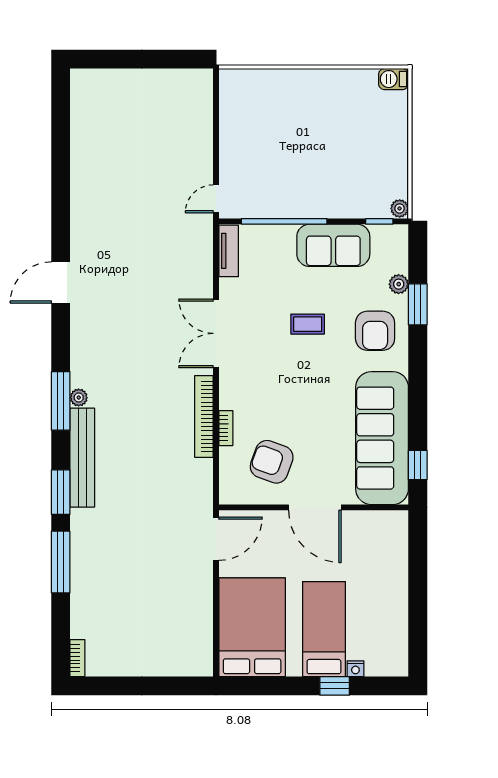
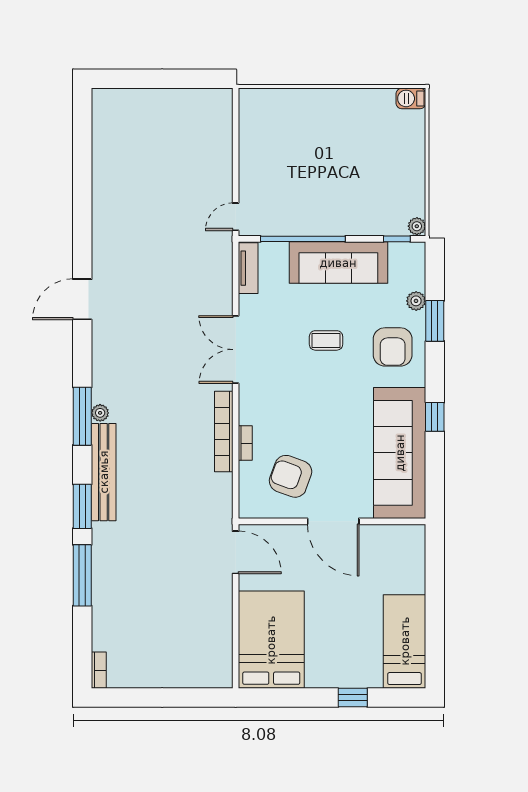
sofa: (333, 245) -> (338, 263), width x1.36
window: (418, 465) -> (435, 417), moved
door: (216, 539) -> (236, 552), hinge flipped
bed: (324, 629) -> (405, 641), moved
nightstand: (355, 669) -> (373, 681), removed

